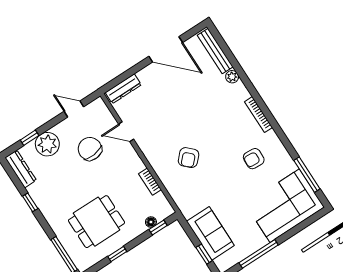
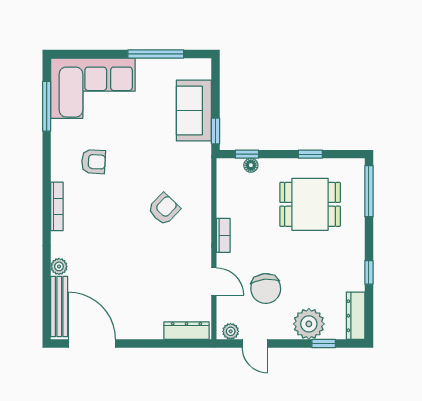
door: (166, 49) -> (92, 344), moved
plant: (95, 107) -> (231, 331), added
bookcase: (150, 182) -> (223, 235), moved
window: (204, 254) -> (216, 131), moved

